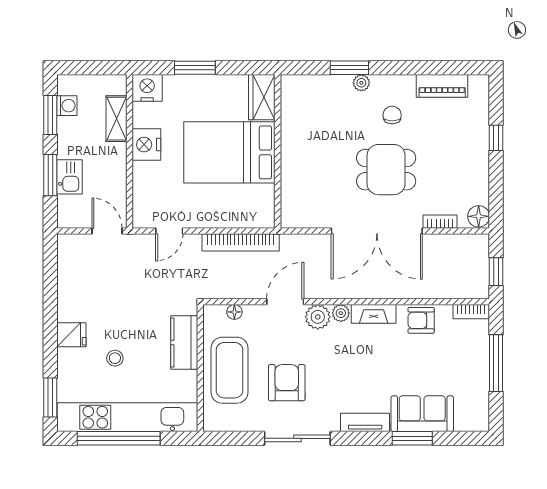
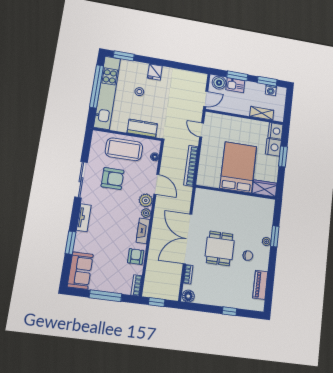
nightstand: (146, 145) -> (273, 147), moved, turned 90
boiler: (70, 209) -> (219, 83), added
sofa: (422, 414) -> (80, 271), moved

